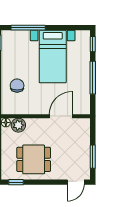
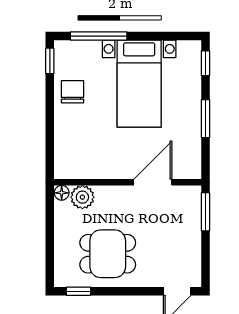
window: (93, 78) -> (205, 119), width x0.69
chair: (17, 86) -> (72, 92), moved
window: (93, 157) -> (205, 212), moved

